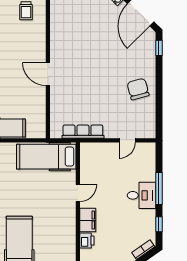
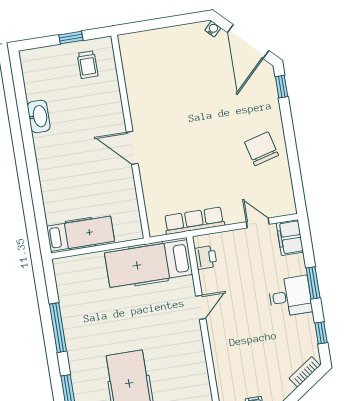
door: (127, 140) -> (258, 223), swing flipped
window: (159, 188) -> (313, 283), width x0.69
filing cabinet: (88, 220) -> (290, 237), moved, turned 180
printer: (87, 241) -> (206, 257), moved

